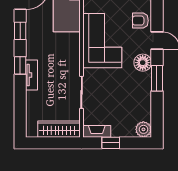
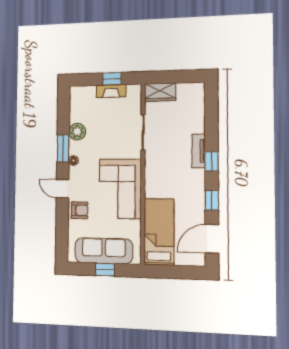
floor lamp: (143, 63) -> (73, 161), width x0.53, depth x0.53
wardrobe: (59, 129) -> (160, 92), width x0.67
plant: (143, 129) -> (77, 132), moved
fireplace: (97, 131) -> (111, 91), moved

